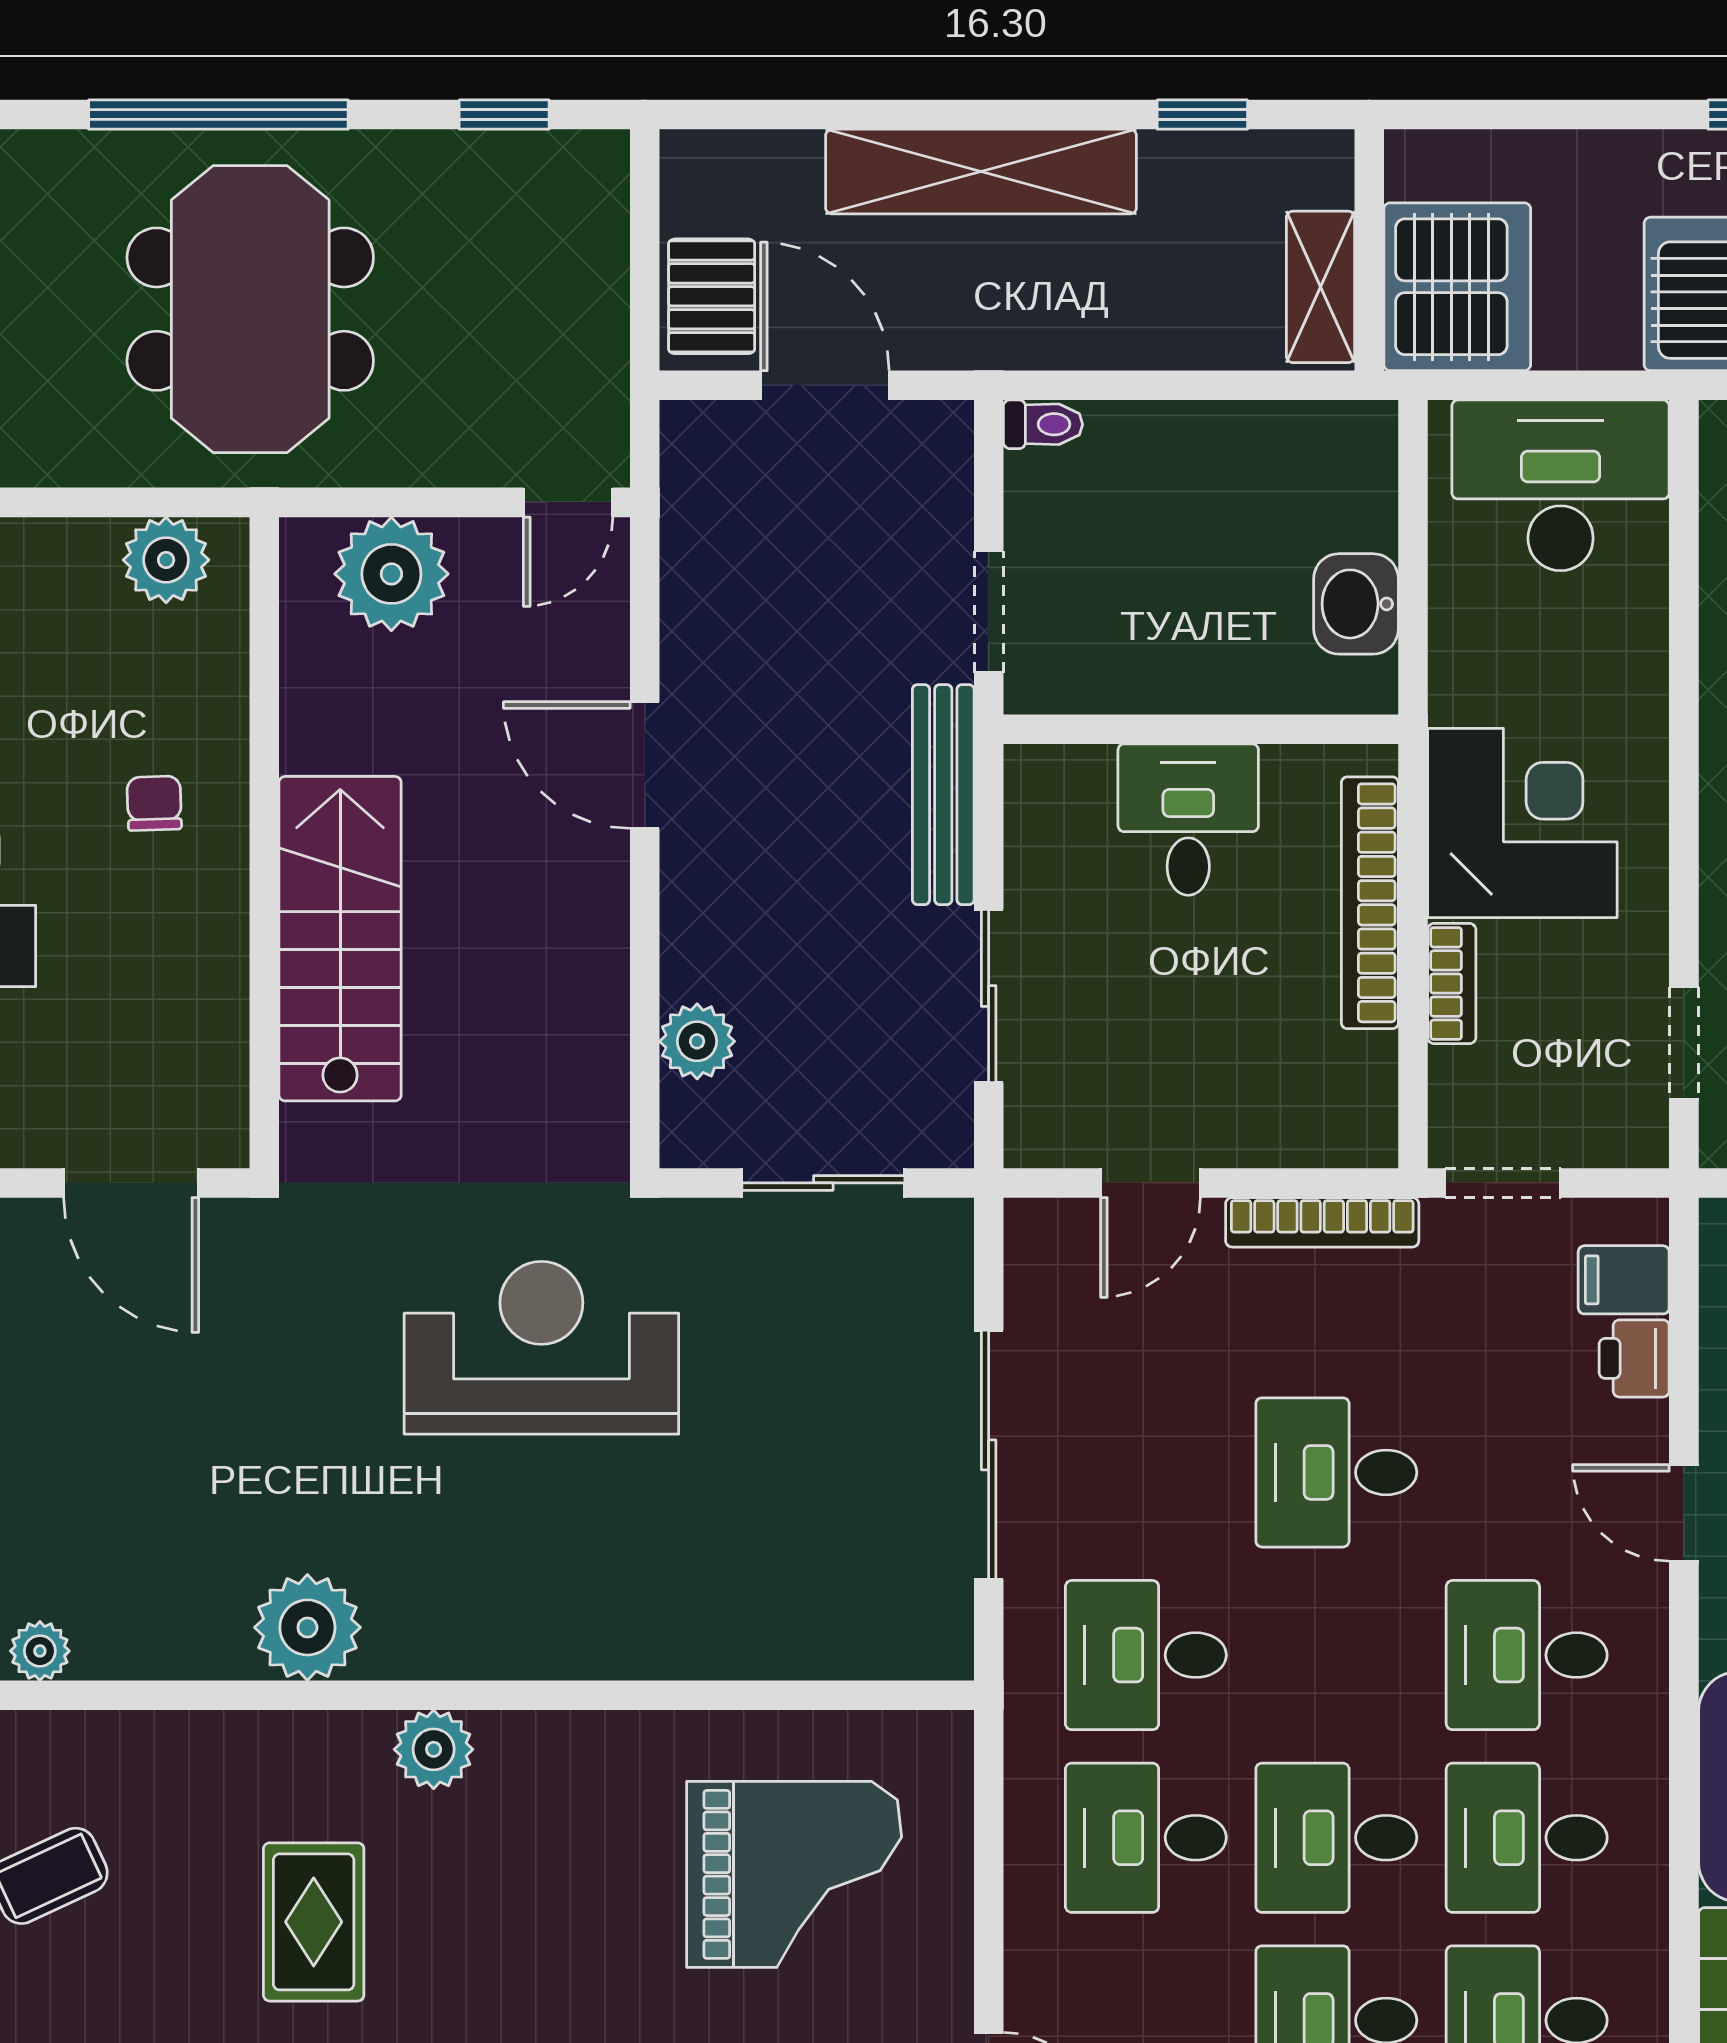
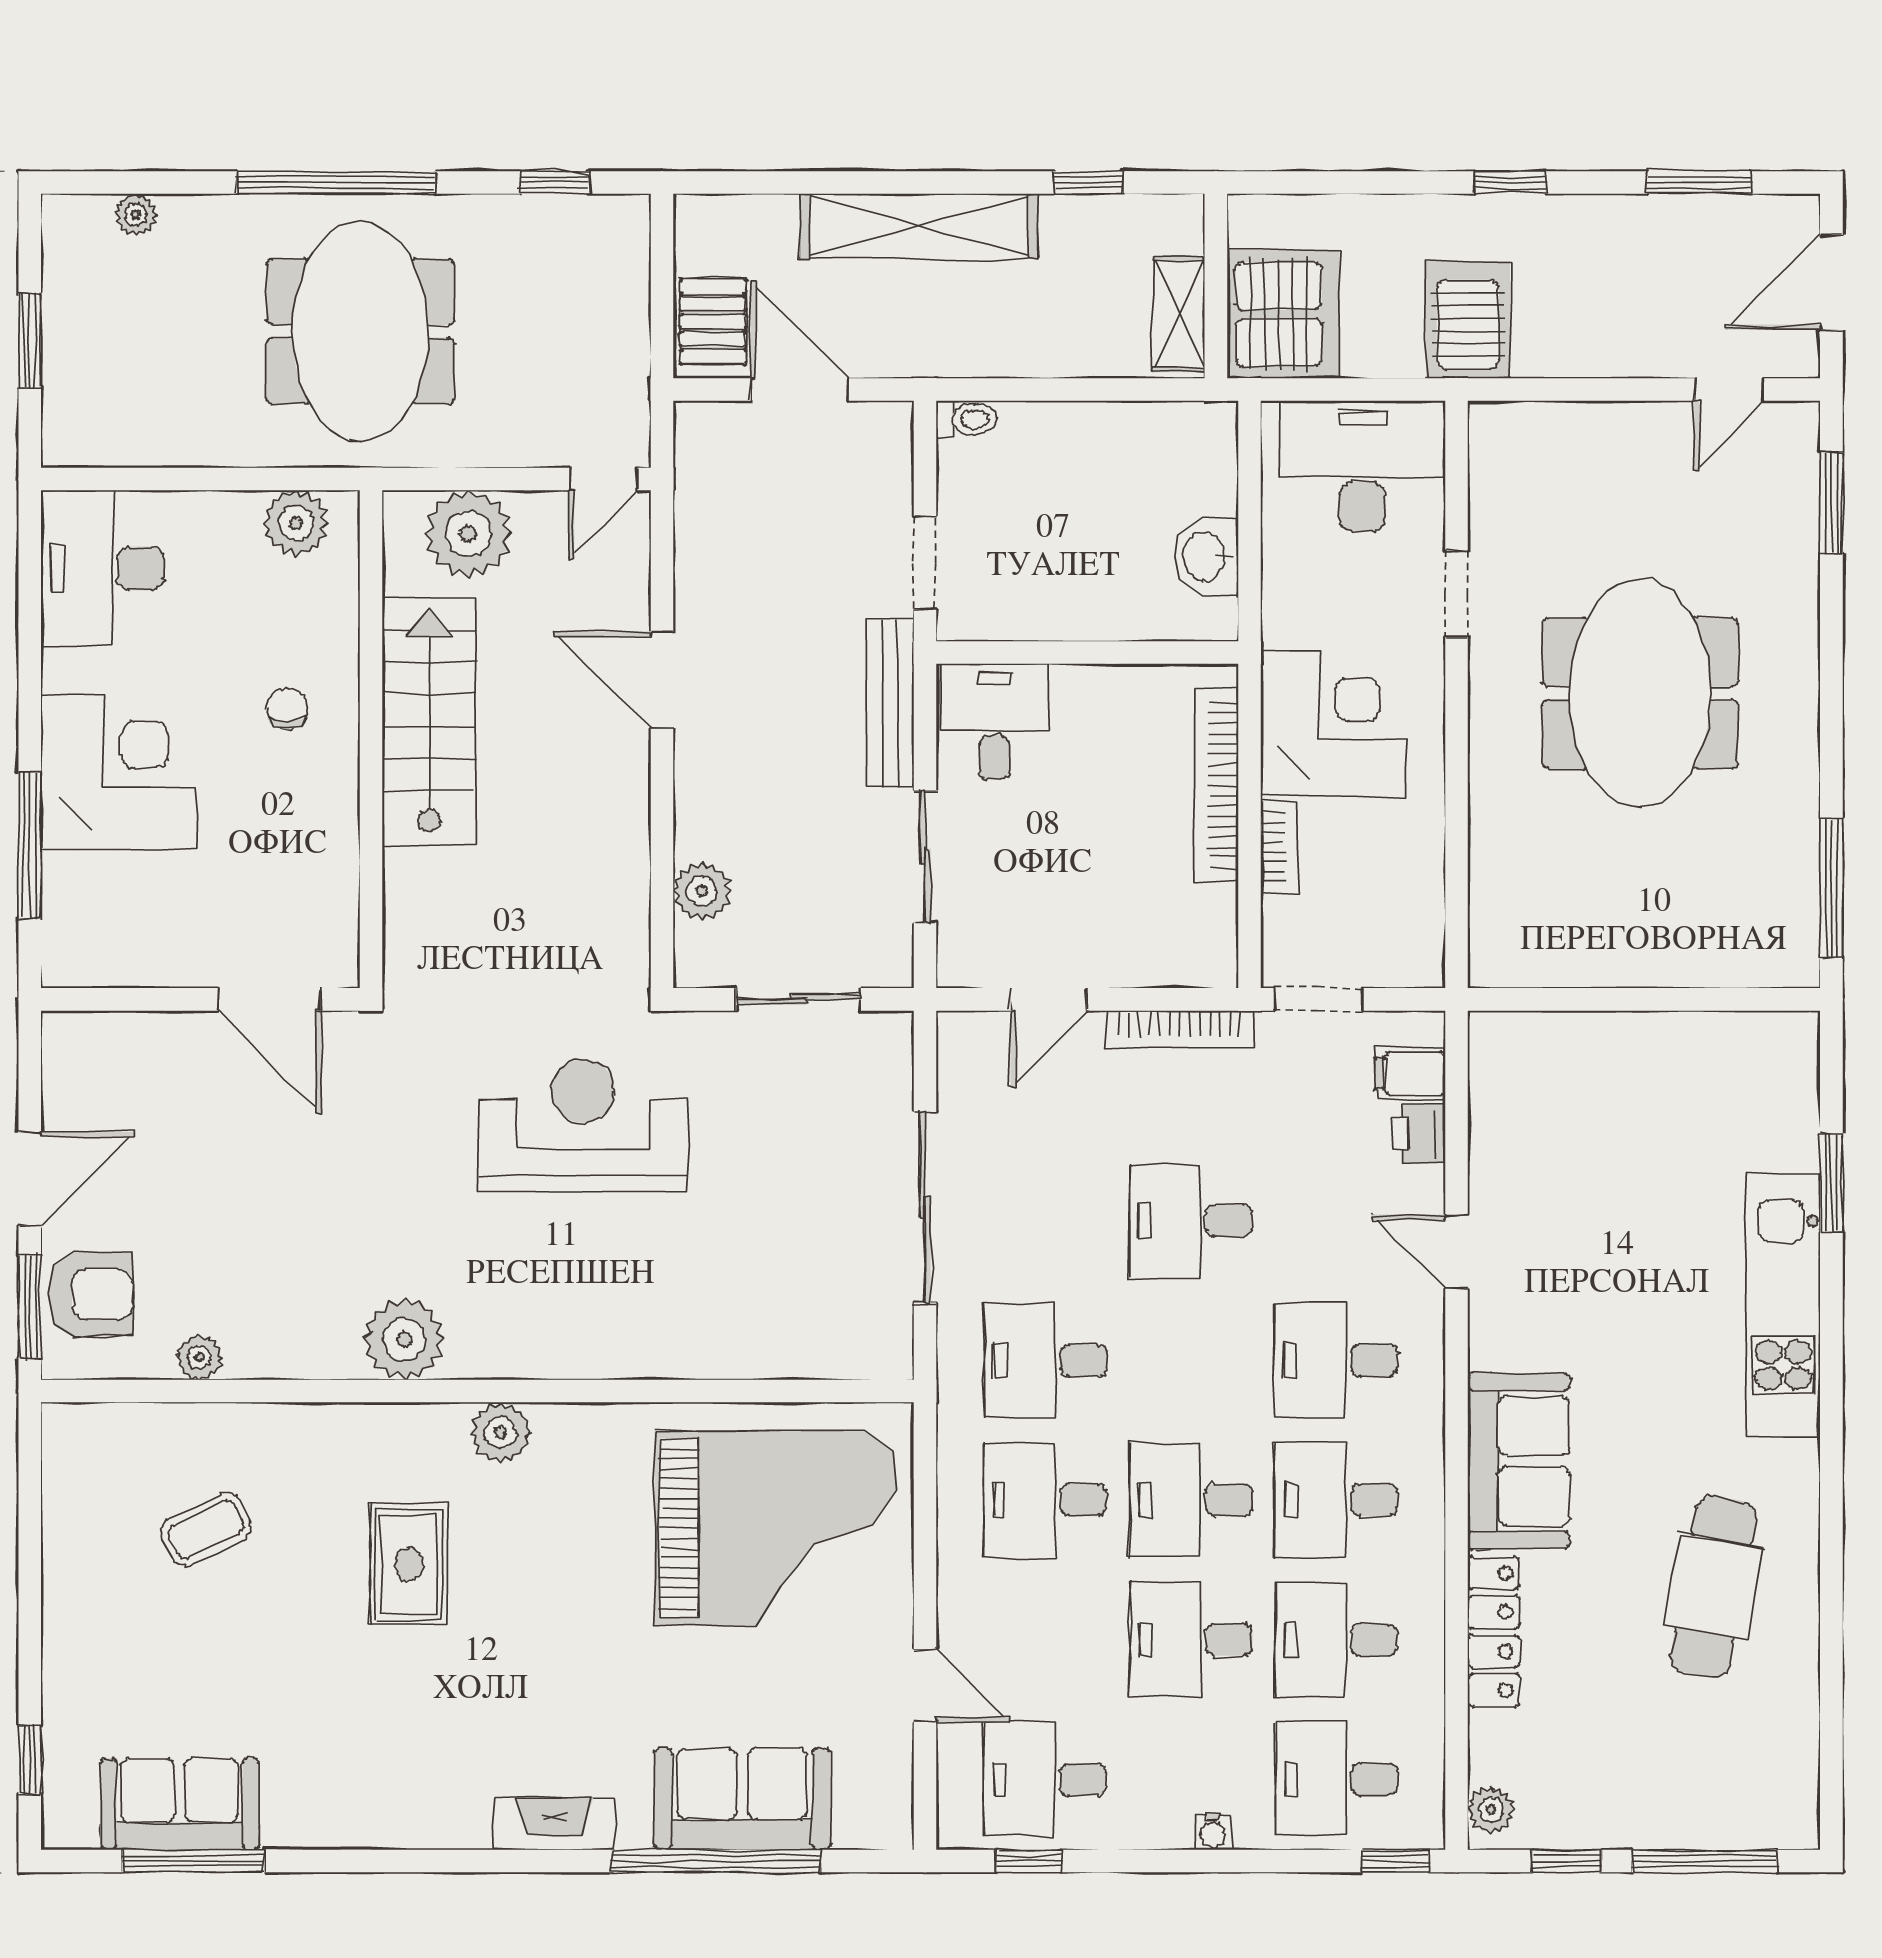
desk: (1188, 820) -> (994, 722), moved
stairs: (340, 939) -> (429, 721), moved
doorway: (1684, 1043) -> (1456, 594), moved
grand piano: (794, 1874) -> (776, 1528), width x1.37, depth x1.48

